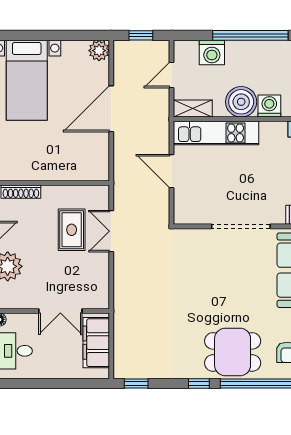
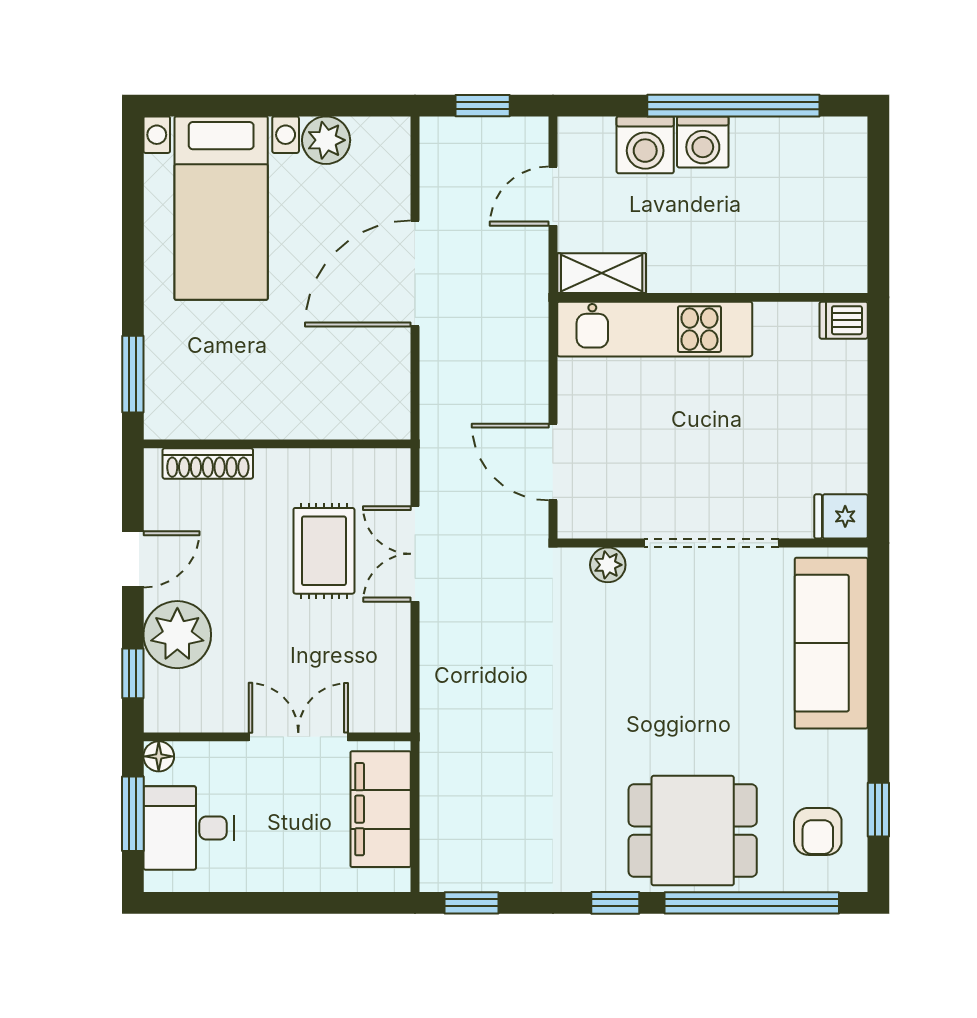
plant: (99, 51) -> (326, 140), moved
boiler: (241, 102) -> (712, 258), removed
washing machine: (269, 106) -> (703, 142), moved, turned 180
door: (172, 171) -> (553, 462), moved
plant: (196, 236) -> (608, 565), added
double door: (60, 311) -> (298, 737), swing flipped

